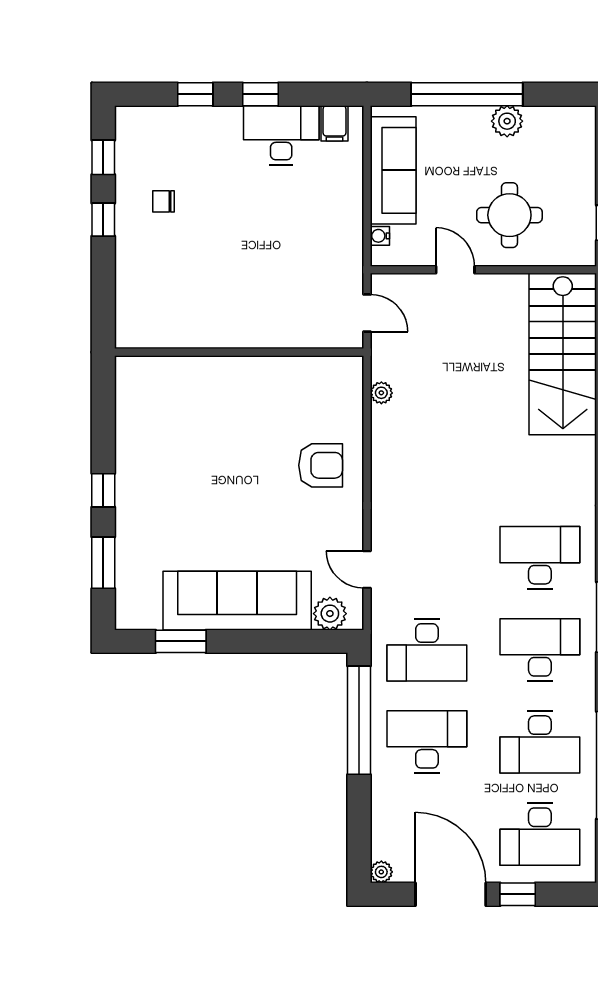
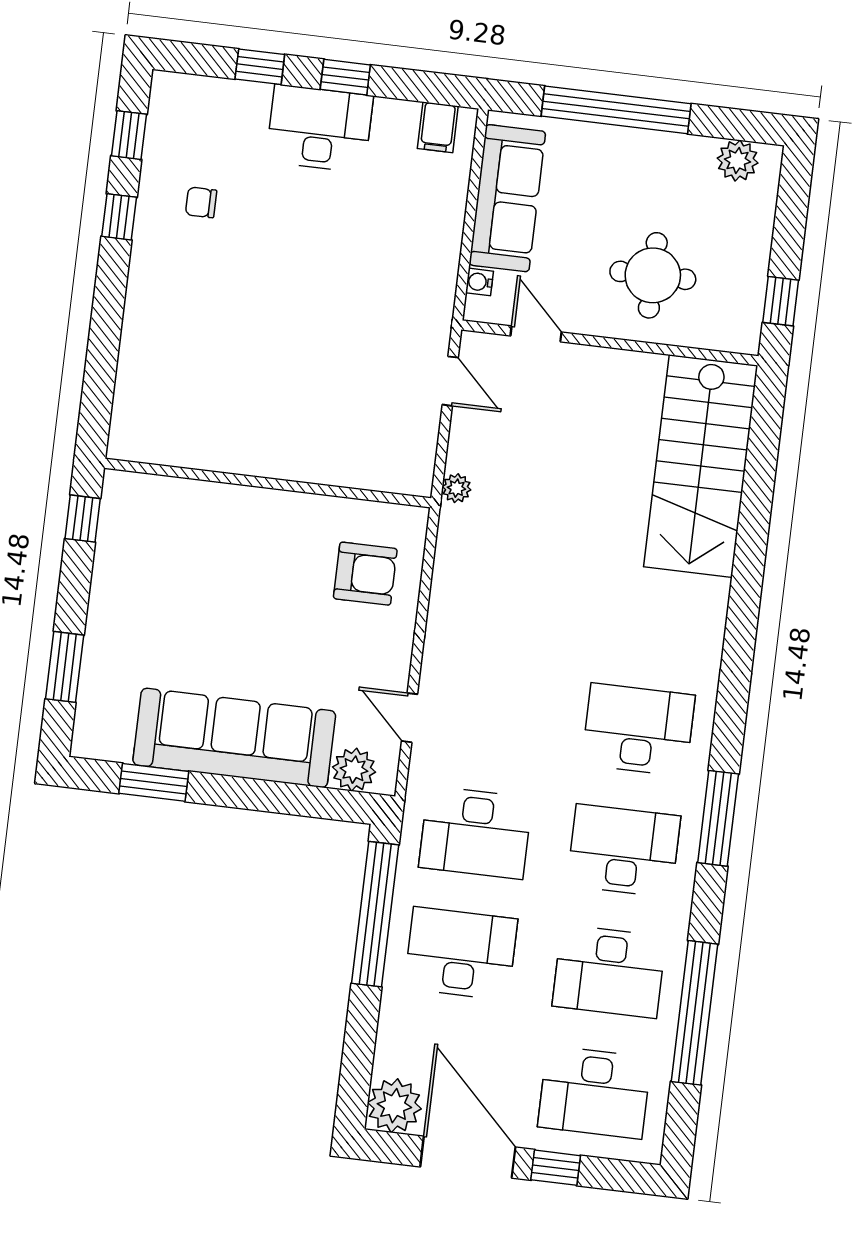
plant: (507, 121) -> (738, 161), moved
desk: (281, 135) -> (319, 128), moved
door: (455, 270) -> (536, 334), moved
wall: (239, 352) -> (268, 483), moved
window: (103, 490) -> (83, 519), moved
plant: (381, 872) -> (394, 1106), width x1.88, depth x1.88

